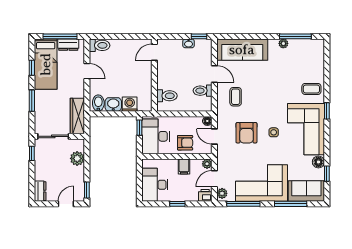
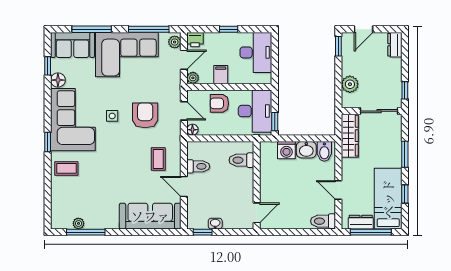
plant: (283, 43) -> (78, 223), moved

